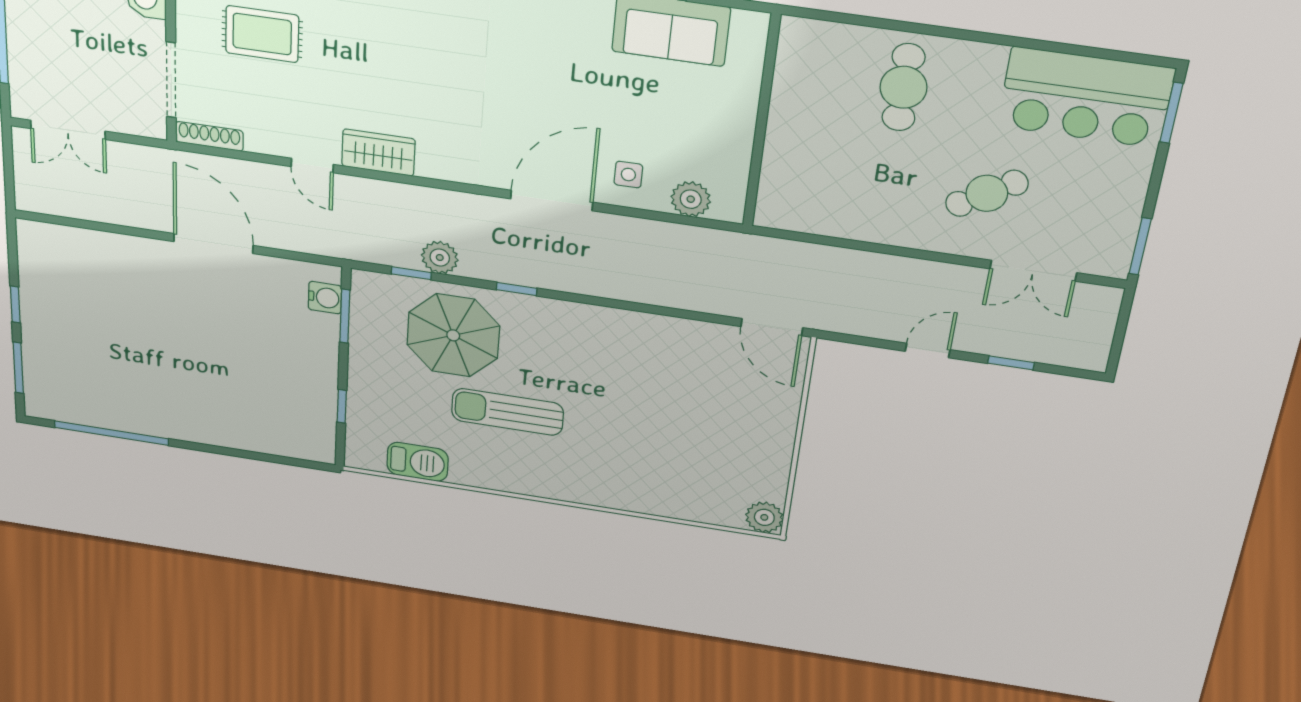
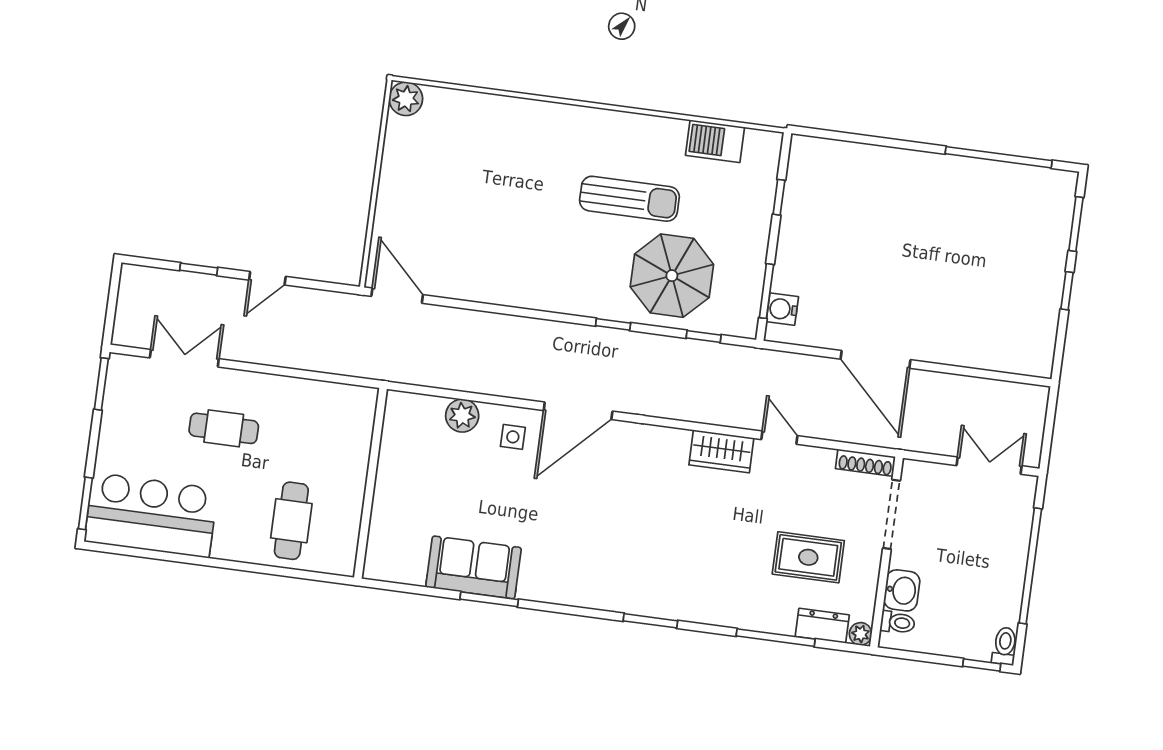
wall: (762, 122) -> (370, 483), moved
cafe table: (987, 193) -> (224, 428), turned 33
plant: (440, 258) -> (677, 353), removed

